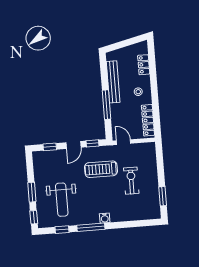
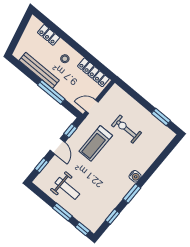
weight bench: (62, 200) -> (67, 188), moved, width x0.73, depth x0.75
window: (91, 227) -> (132, 193), width x0.69

